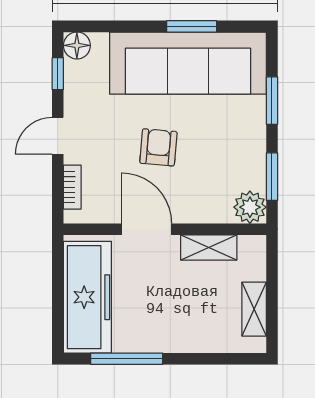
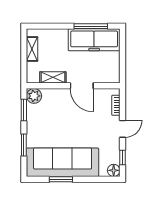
armchair: (158, 147) -> (76, 123), removed
freezer: (87, 297) -> (94, 40), moved, turned -90

